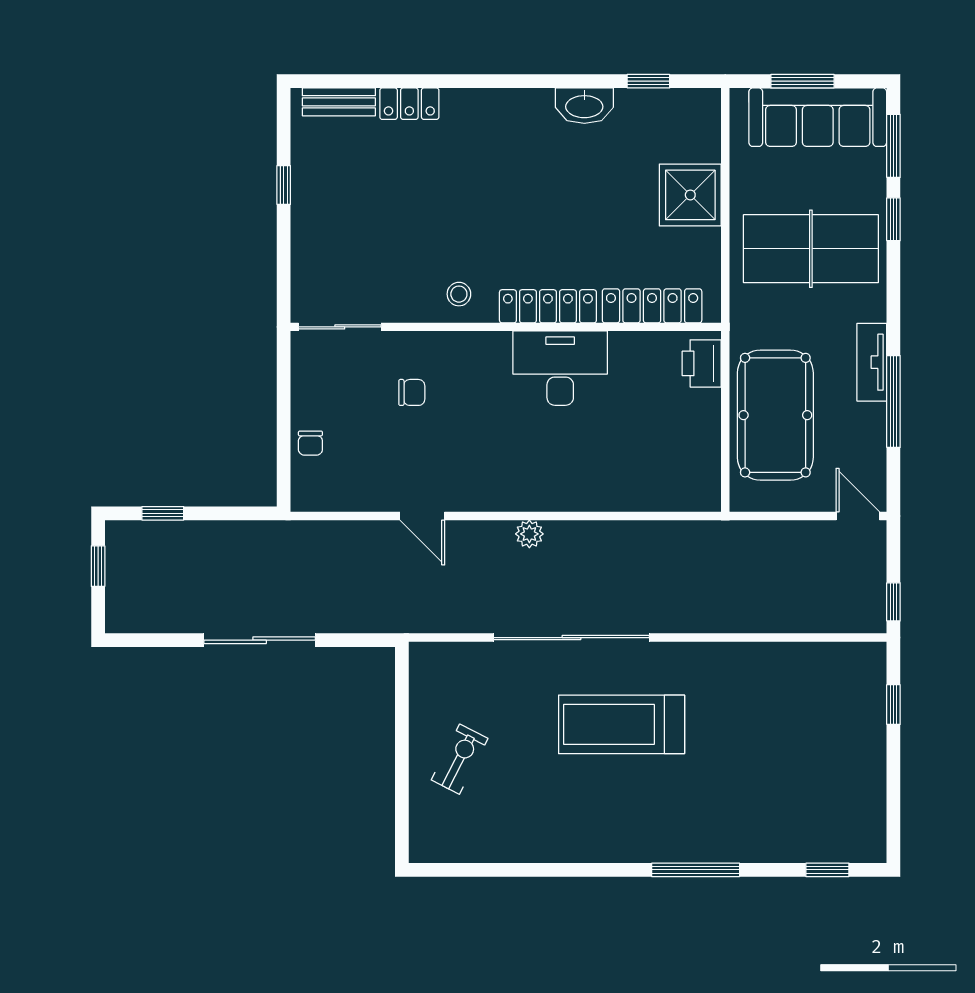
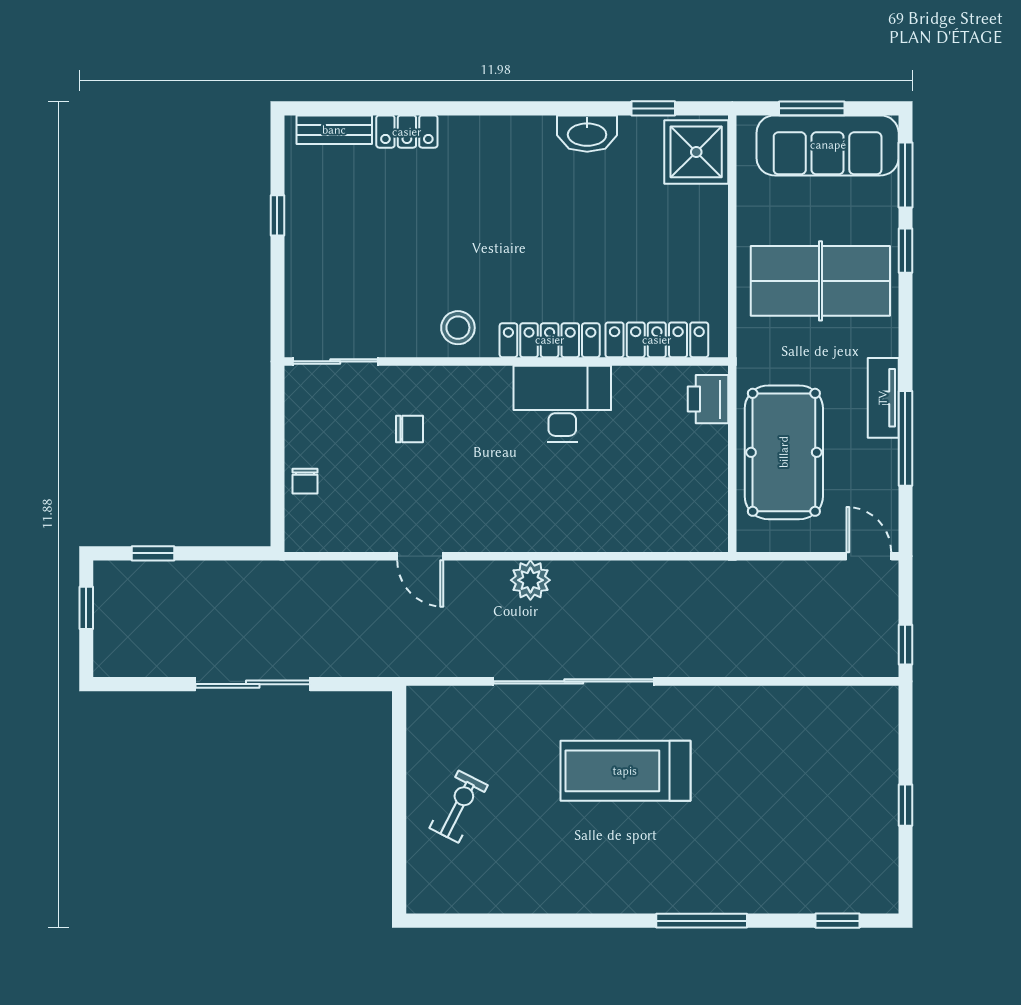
shower: (690, 195) -> (696, 152), moved
stool: (459, 294) -> (458, 328), width x1.37, depth x1.37
plant: (529, 534) -> (530, 580), width x1.38, depth x1.38
window: (893, 705) -> (905, 805), moved

